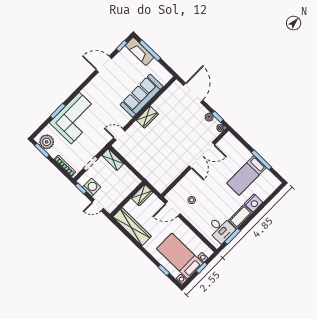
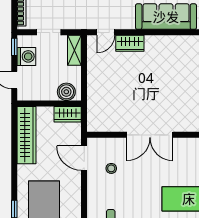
wardrobe: (147, 117) -> (130, 43), moved
door: (119, 134) -> (106, 32), swing flipped
double door: (202, 155) -> (150, 135), moved
boiler: (130, 184) -> (66, 92), added

